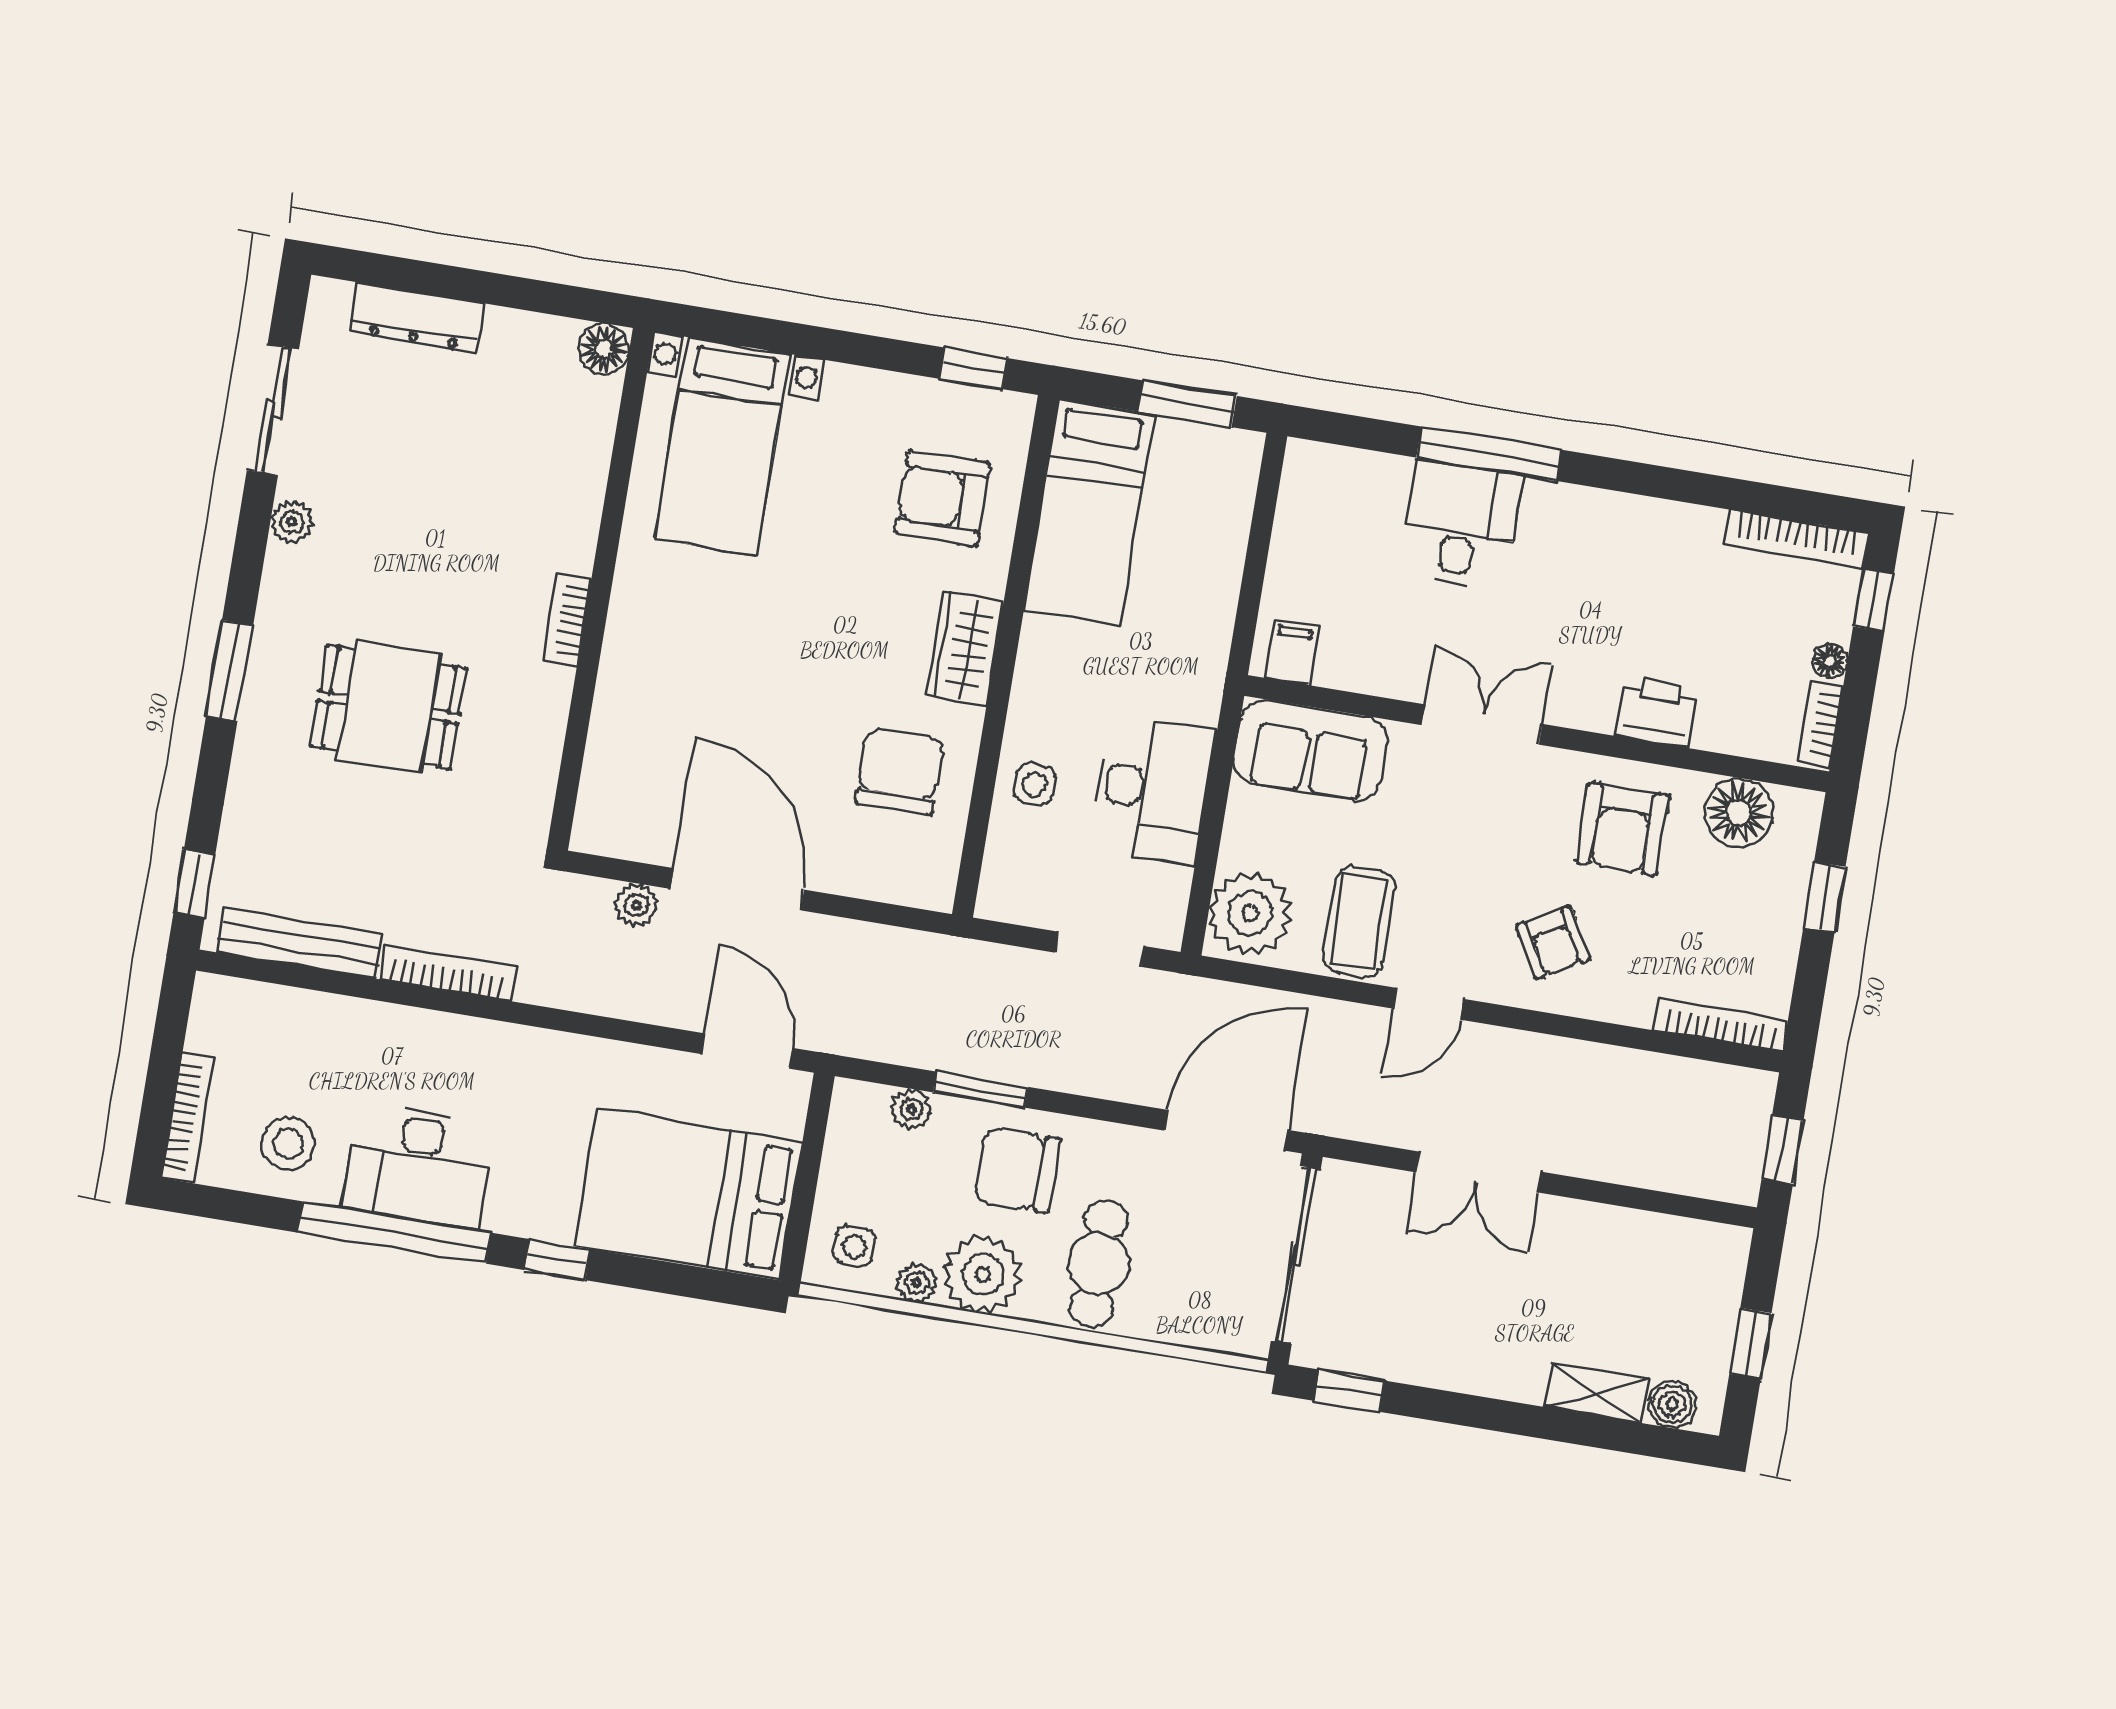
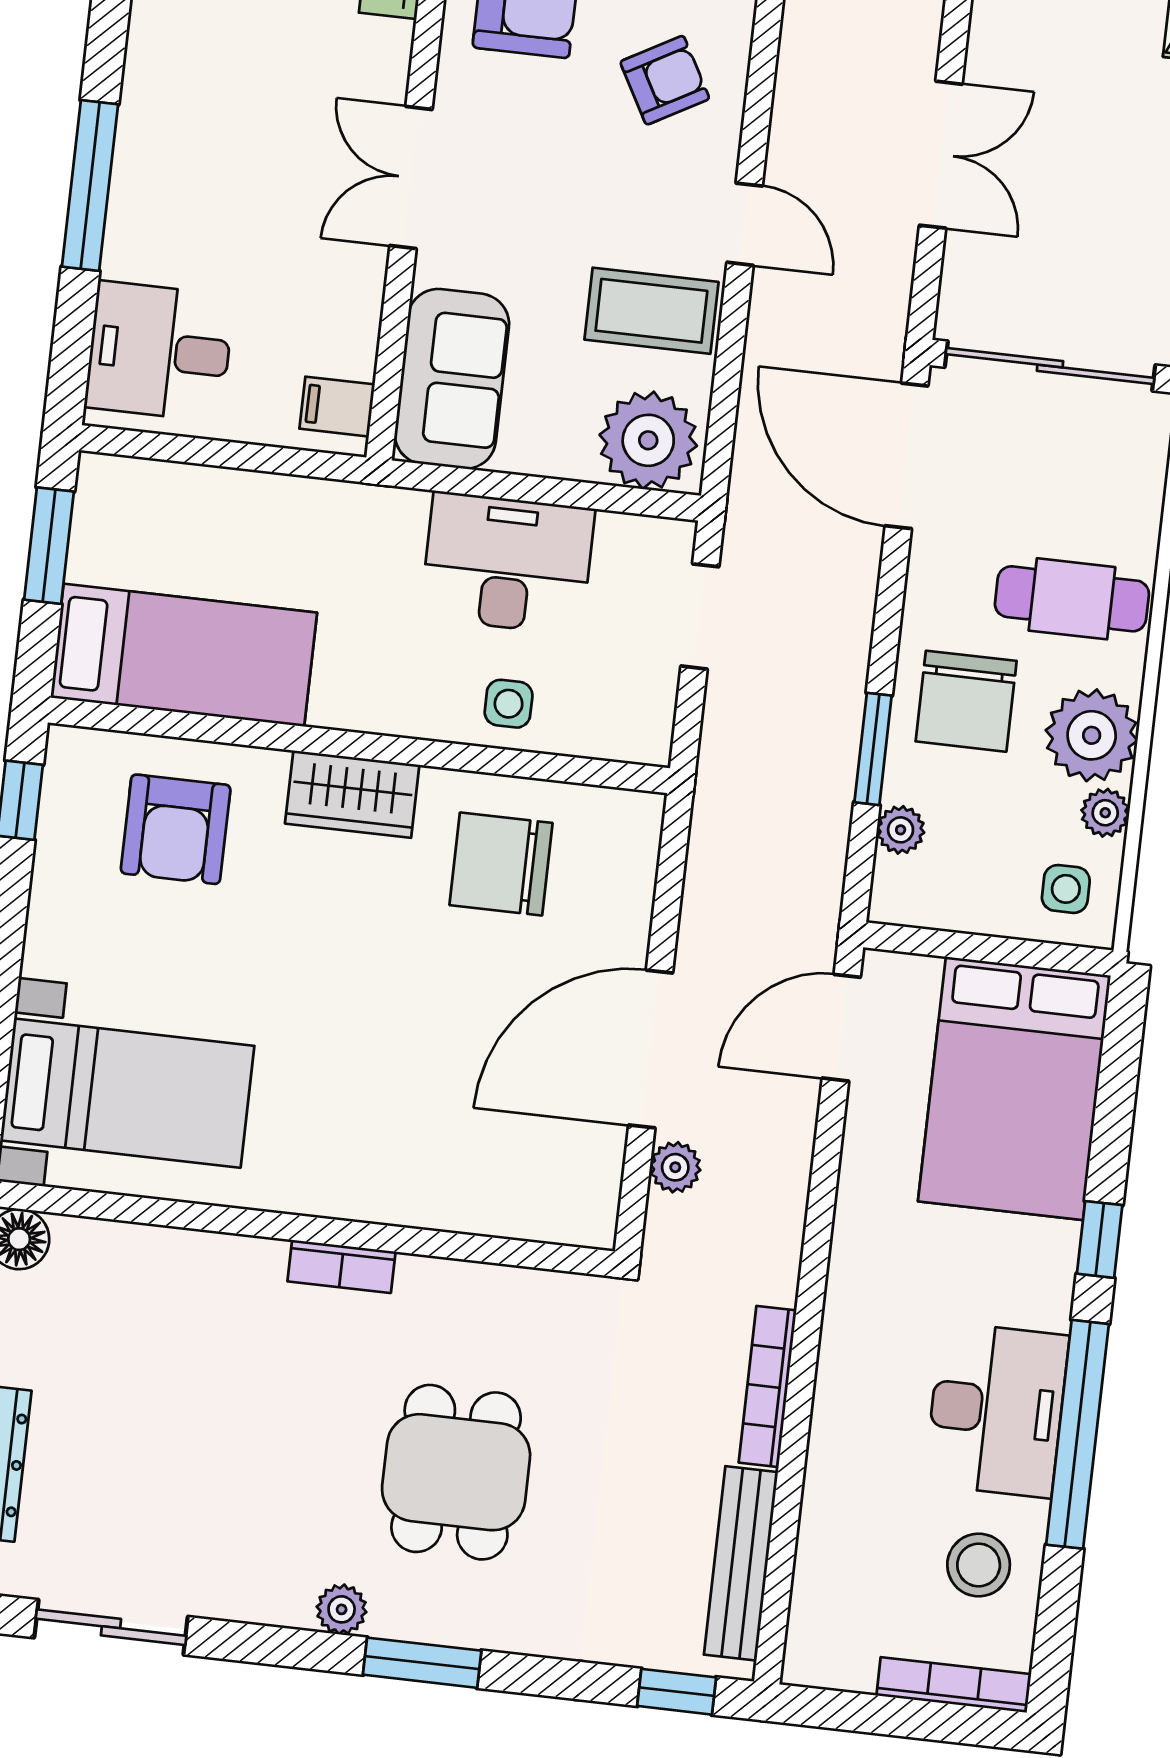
plant: (292, 522) -> (342, 1609), moved
desk: (1461, 524) -> (159, 351), moved

